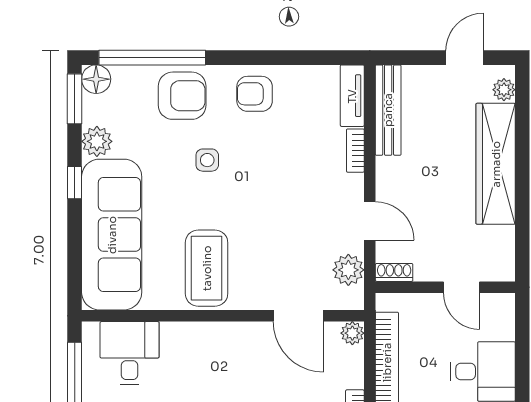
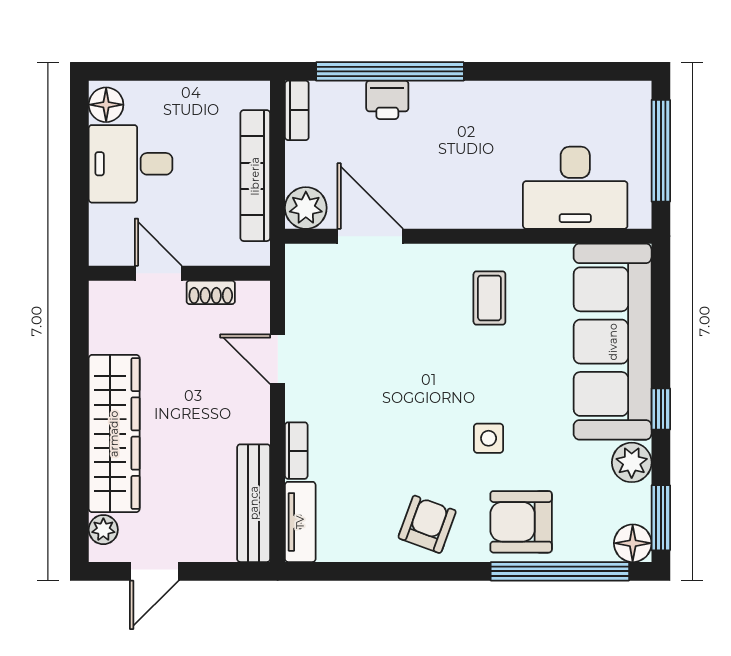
armchair: (255, 94) -> (427, 524), turned -70
coffee table: (207, 268) -> (489, 298), width x0.54, depth x0.58
plant: (348, 270) -> (305, 296), removed
shoe rack: (394, 272) -> (211, 292), moved
plant: (352, 333) -> (306, 208), width x1.38, depth x1.38
desk: (130, 353) -> (575, 188), width x1.37

